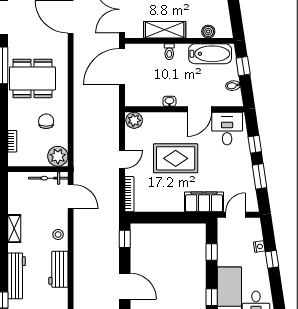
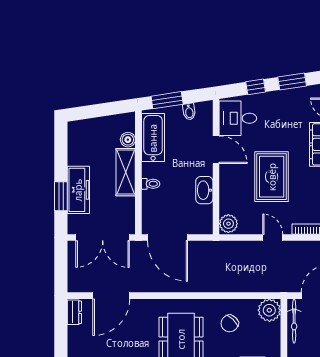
shelving: (165, 30) -> (126, 172), moved
window: (243, 66) -> (167, 100), width x1.50
washbasin: (169, 101) -> (204, 190), width x1.91, depth x1.45
chair: (46, 121) -> (230, 323), turned -46

